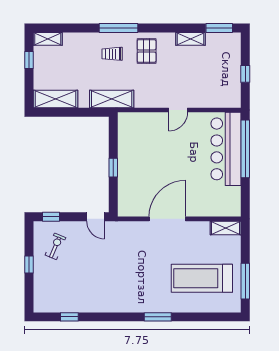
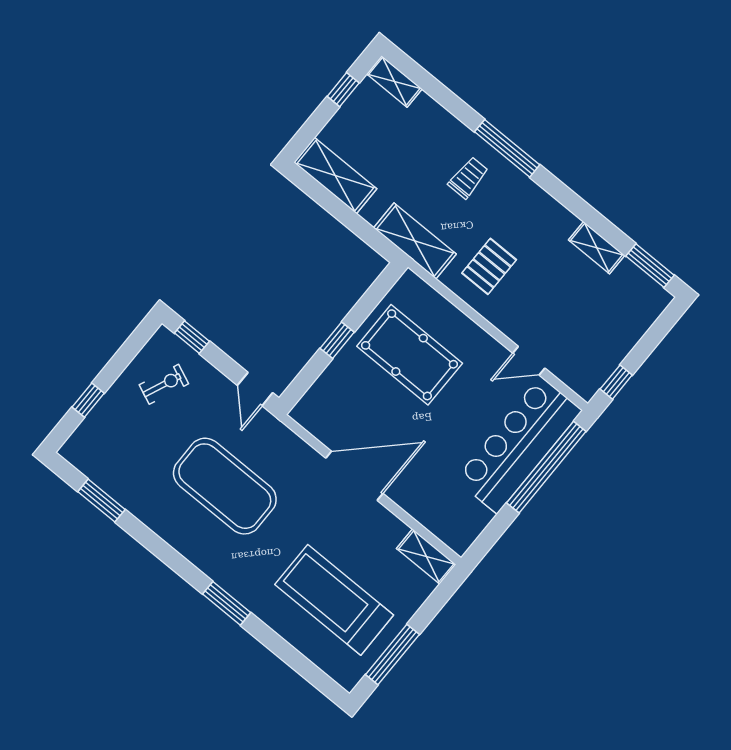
pallet: (147, 51) -> (489, 266), moved
trolley: (112, 54) -> (468, 178), turned 90
window: (245, 74) -> (616, 382), moved
door: (178, 110) -> (529, 361), moved
pool table: (149, 149) -> (410, 355), added
window: (29, 265) -> (88, 400), moved
exercise mat: (116, 268) -> (225, 486), added
window: (69, 317) -> (101, 501), width x1.50

